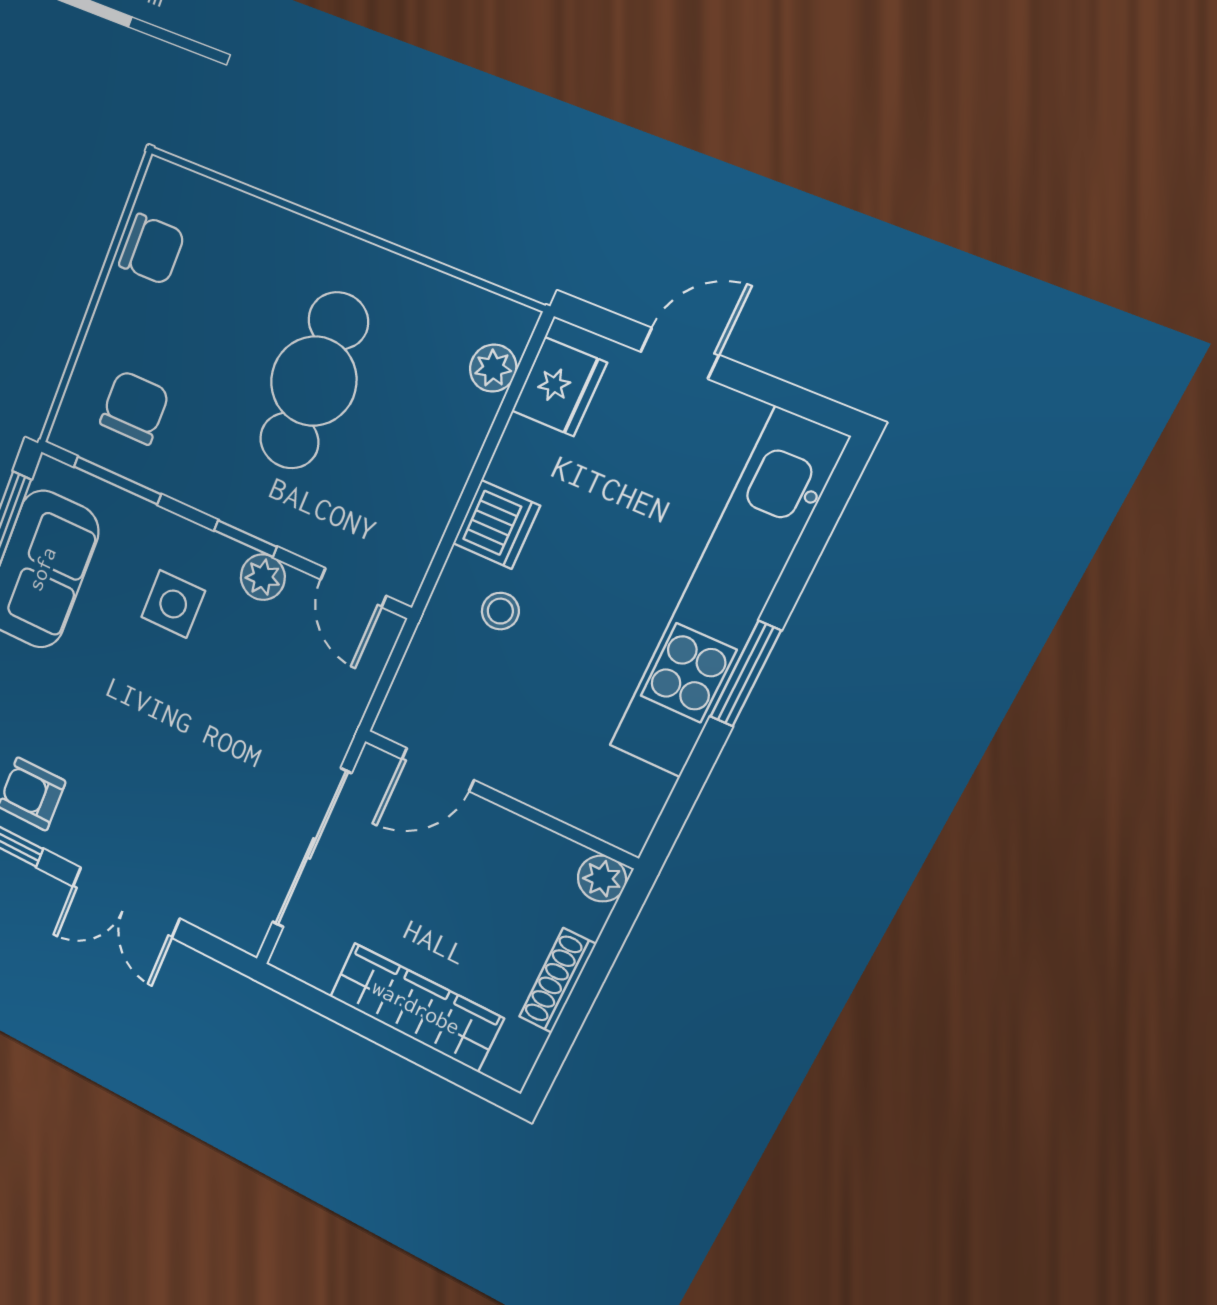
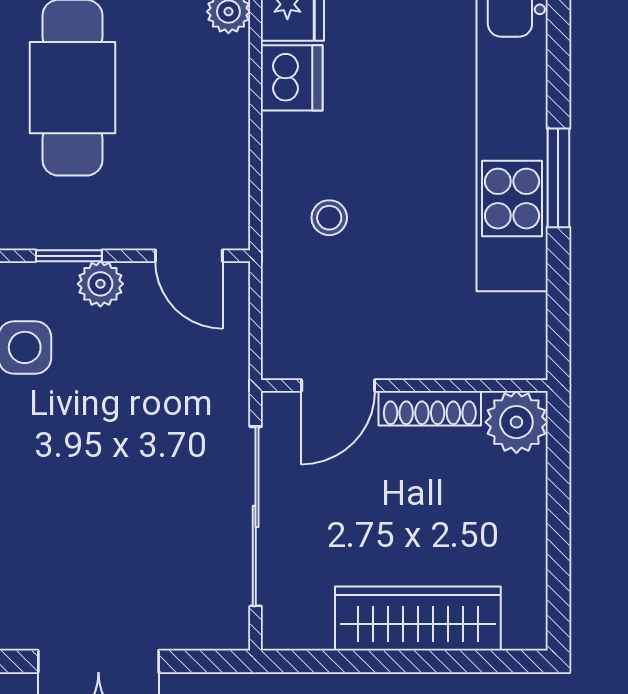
dishwasher: (496, 525) -> (292, 78), moved
plant: (602, 879) -> (516, 422), width x1.38, depth x1.38
shoe rack: (557, 981) -> (430, 408), moved, turned -90

